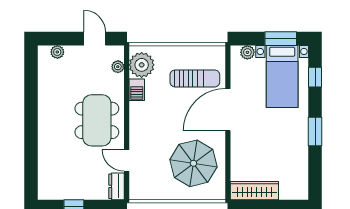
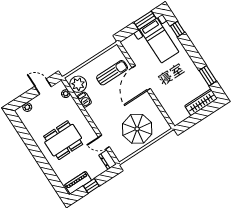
plant: (247, 52) -> (132, 40), removed
dining table: (97, 120) -> (63, 140), moved, turned 90
window: (315, 132) -> (208, 76), moved
parasol: (193, 163) -> (137, 129), moved
piano: (59, 191) -> (78, 183), added
wardrobe: (254, 191) -> (201, 102), moved

